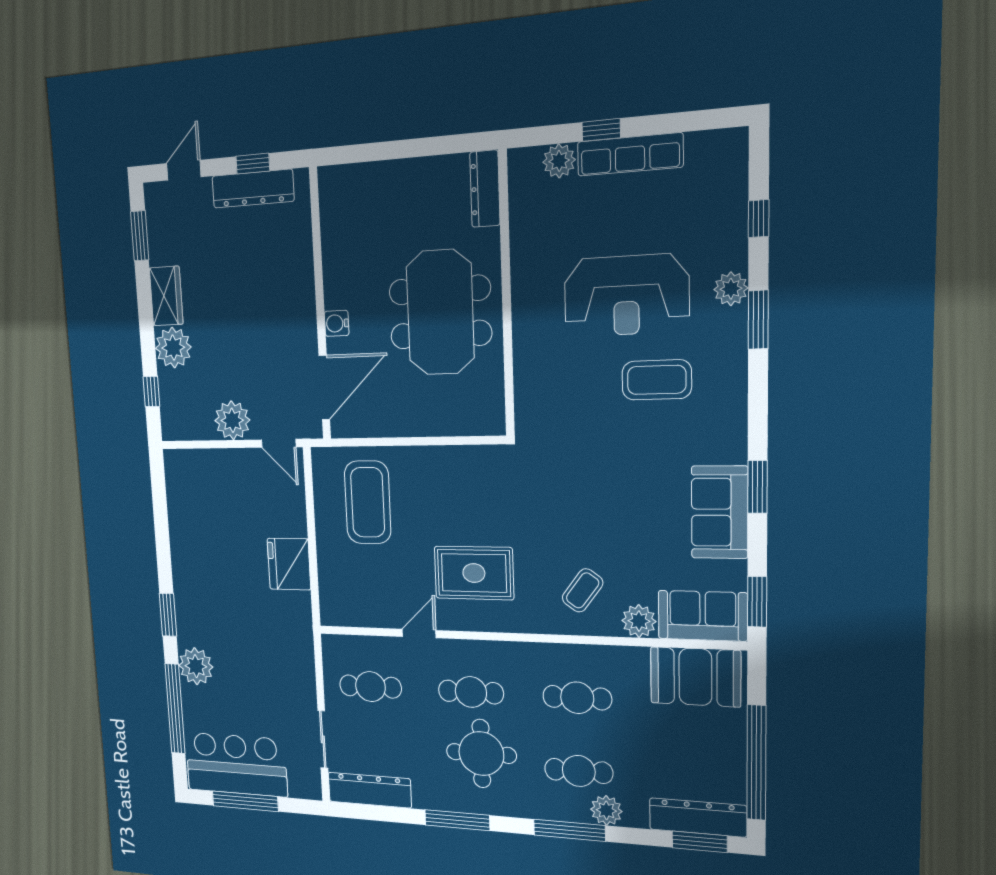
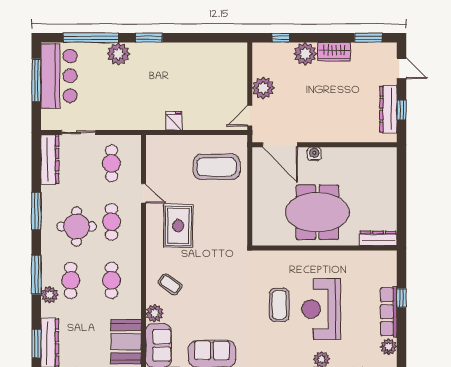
plant: (559, 161) -> (389, 347), moved
coffee table: (657, 380) -> (279, 305), moved
fridge: (289, 564) -> (174, 121), width x0.53, depth x0.75

